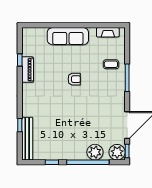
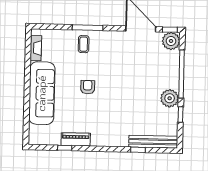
sofa: (68, 36) -> (42, 93), width x1.36, depth x1.27
coffee table: (111, 64) -> (84, 44), moved
plant: (95, 152) -> (170, 98), moved

